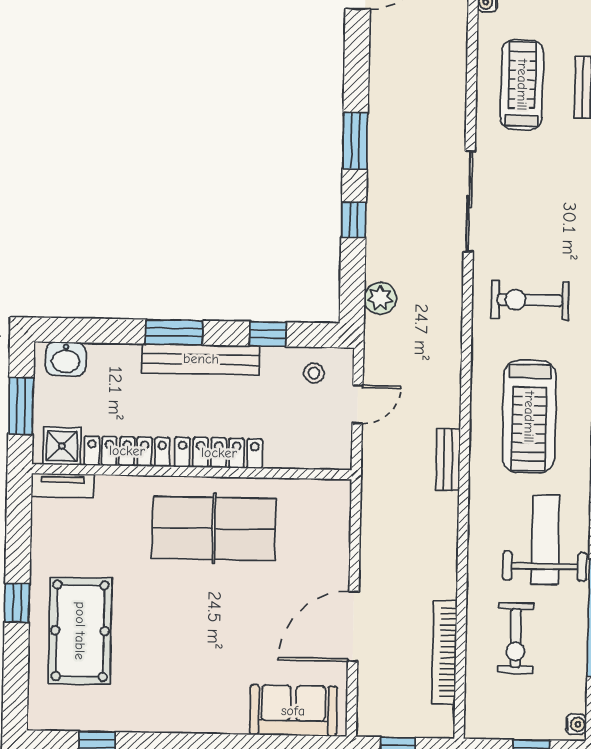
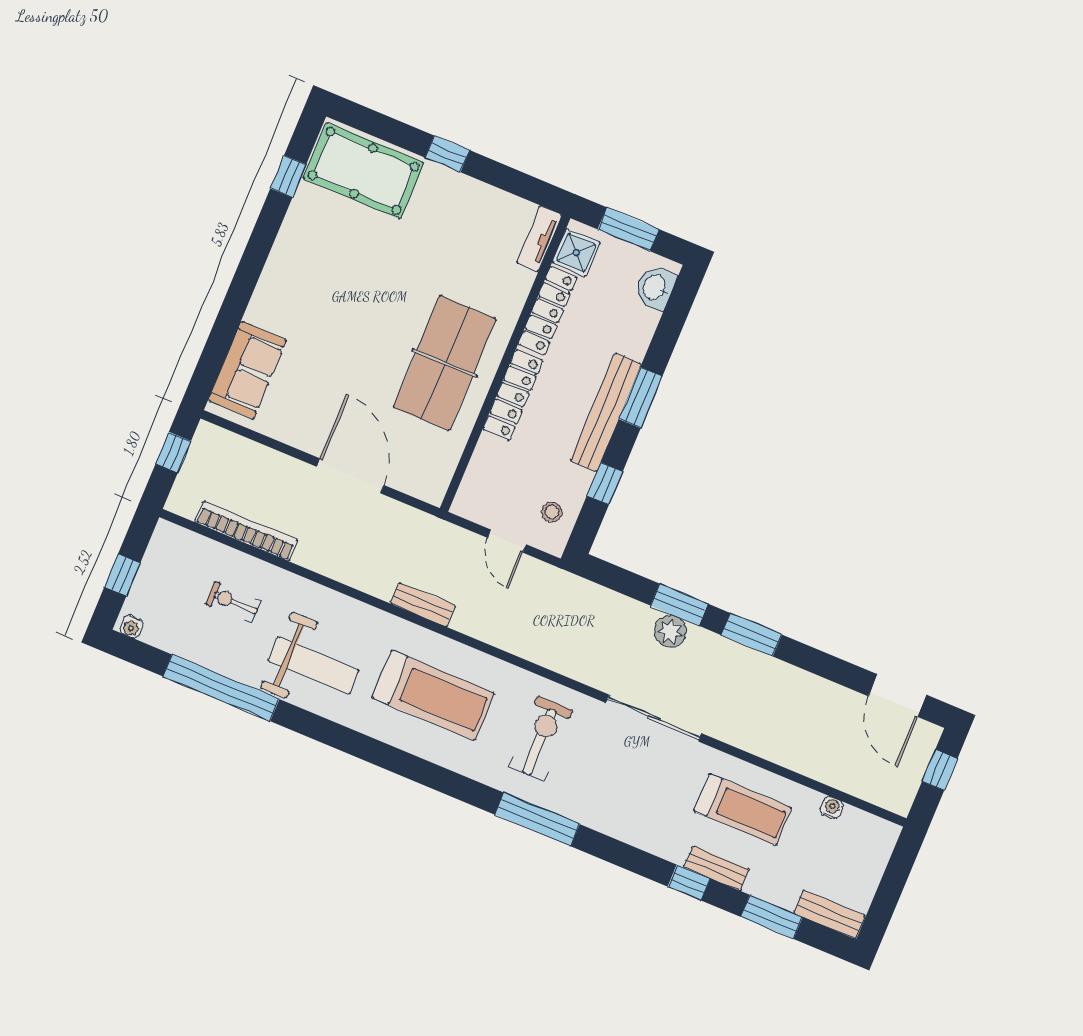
window: (354, 220) -> (679, 605), width x1.50
plant: (380, 298) -> (670, 631), moved
treadmill: (529, 417) -> (433, 695), turned 180
door: (353, 626) -> (350, 476), moved
pool table: (80, 631) -> (363, 171), moved
exercise bike: (516, 638) -> (233, 602), width x0.73, depth x0.72

